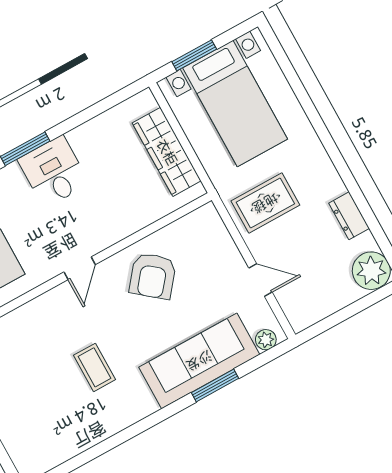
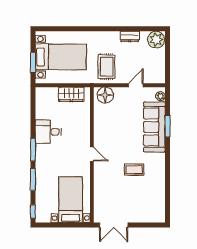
wardrobe: (167, 152) -> (71, 94), width x0.67
desk: (54, 172) -> (48, 132), moved
floor lamp: (208, 231) -> (105, 95), added
armchair: (153, 276) -> (111, 127), removed

